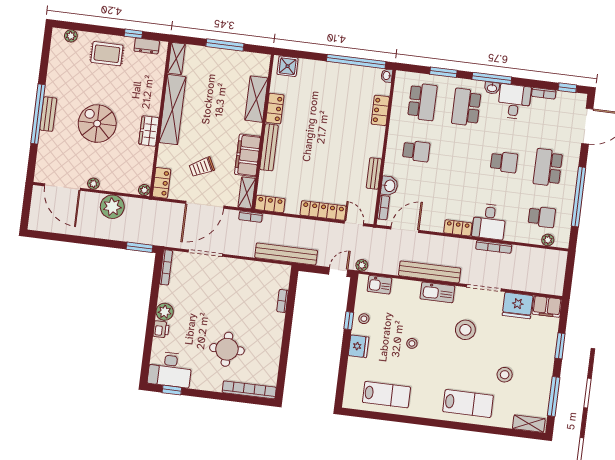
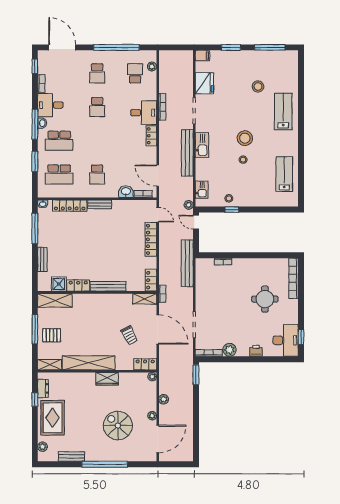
rug: (107, 54) -> (53, 418), width x1.36, depth x1.43
window: (356, 61) -> (35, 228), width x0.68
pallet: (214, 66) -> (52, 335), added
shower: (288, 66) -> (59, 284), moved
bench: (314, 66) -> (42, 260), added
shelving: (256, 99) -> (55, 300), moved
school desk: (422, 102) -> (59, 175), turned 180
locker: (380, 110) -> (70, 206), width x1.53
bench: (48, 114) -> (71, 456), moved
spiral stairs: (97, 124) -> (118, 426), moved, turned 90
school desk: (416, 151) -> (97, 175), turned 180
filing cabinet: (248, 155) -> (116, 302), removed
school desk: (504, 162) -> (97, 107), turned 180
school desk: (548, 168) -> (97, 73), width x0.54
bench: (374, 173) -> (100, 204), moved
plant: (112, 207) -> (164, 399), width x0.53, depth x0.53
door: (354, 223) -> (158, 215), swing flipped
filing cabinet: (547, 307) -> (202, 56), width x0.50
plant: (165, 312) -> (230, 350), moved
stool: (465, 330) -> (245, 138), moved
fridge: (359, 346) -> (250, 200), removed
shelving: (529, 424) -> (293, 64), removed

